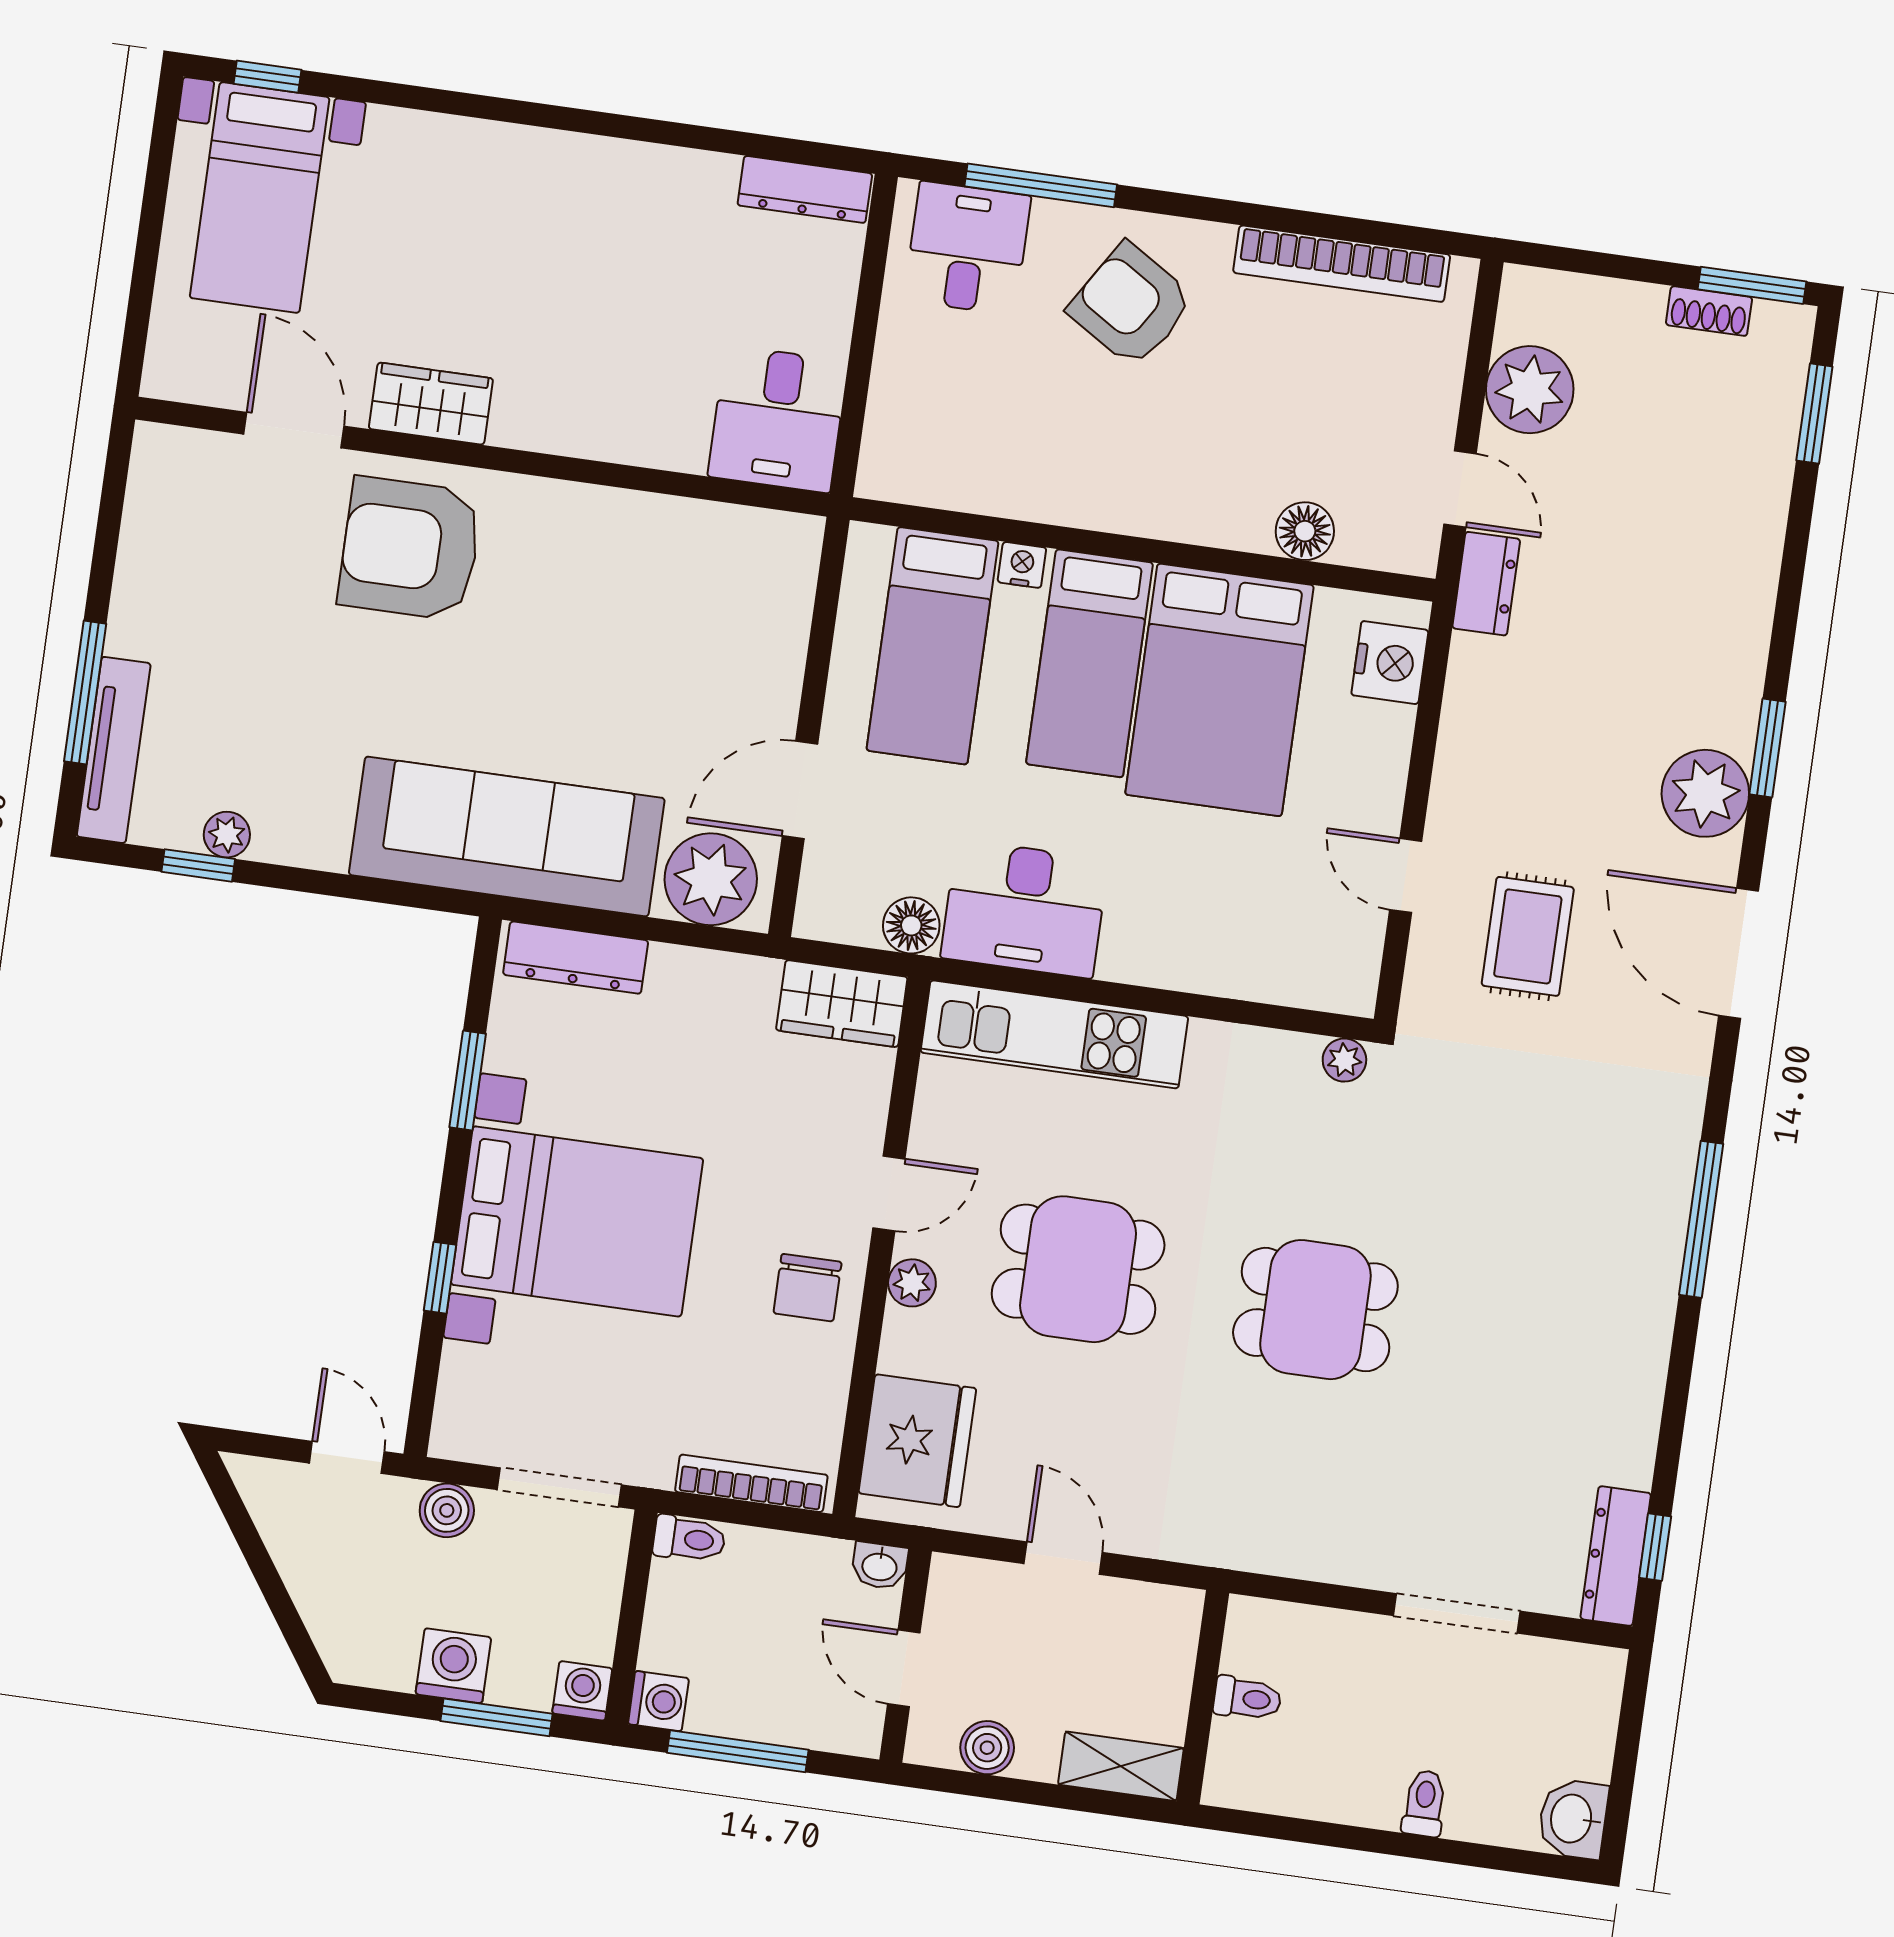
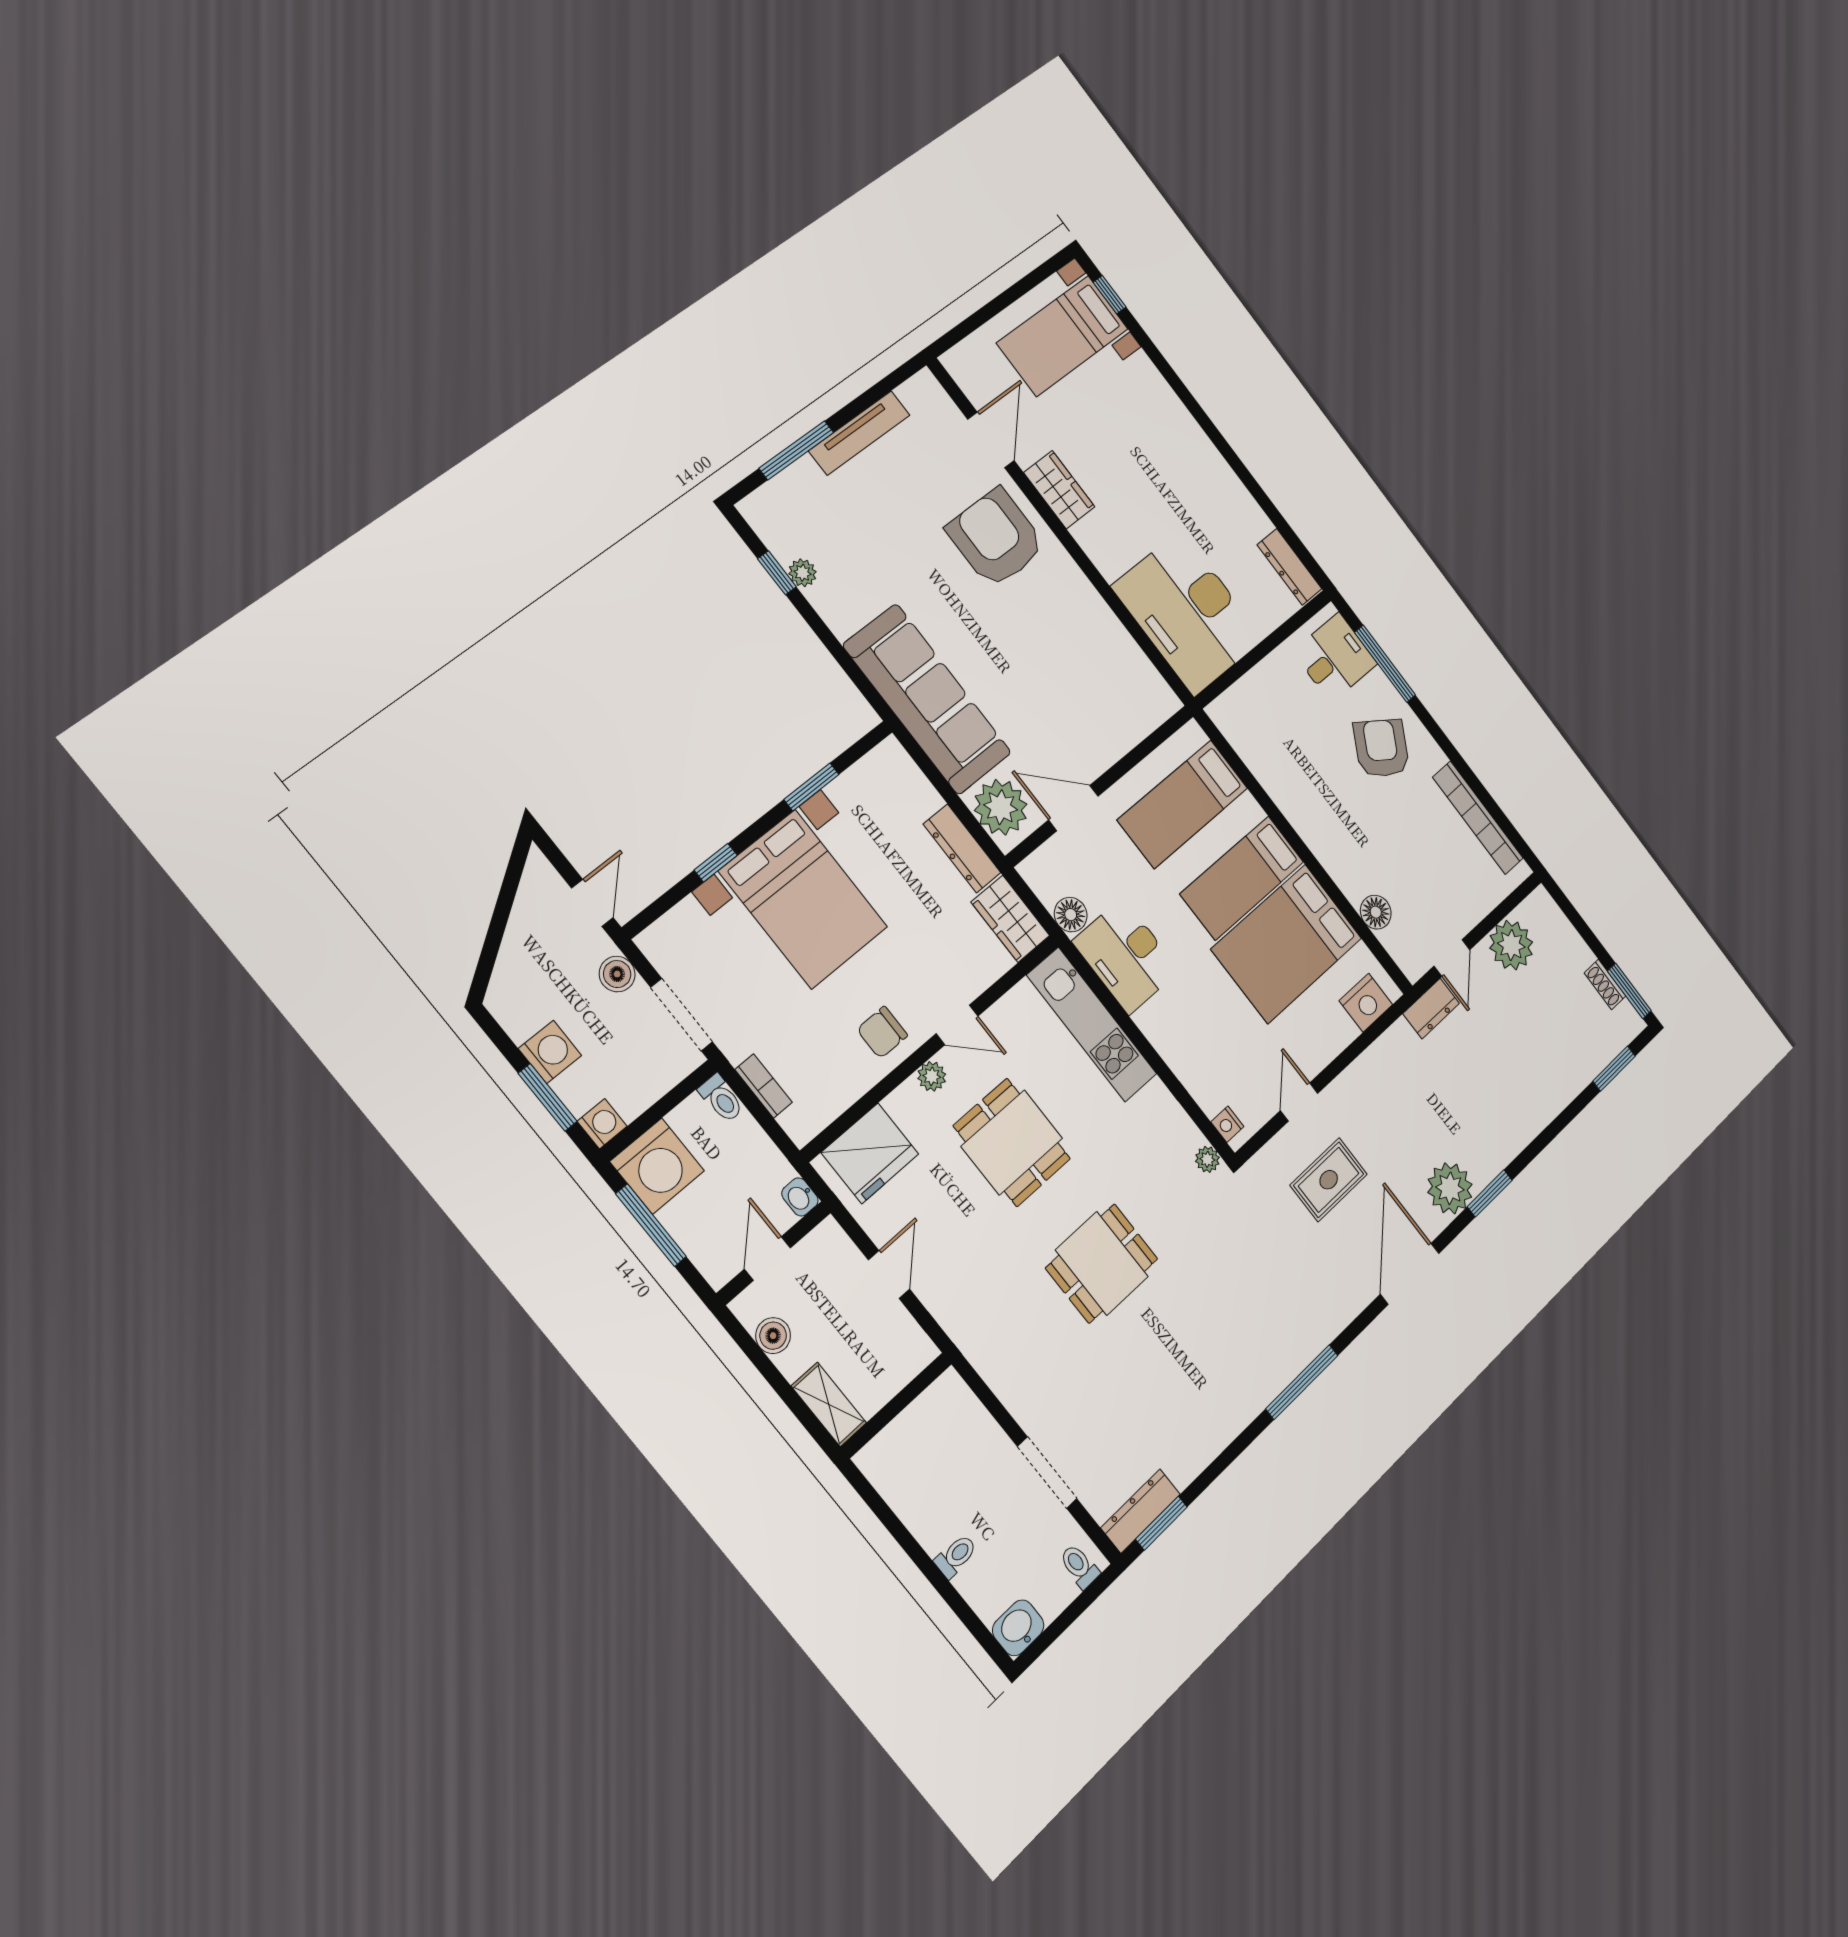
desk: (778, 419) -> (1188, 613), width x1.87, depth x1.30
nightstand: (1022, 565) -> (1227, 1124), moved, turned 180
tv unit: (114, 750) -> (859, 433), moved
dresser: (576, 958) -> (962, 848), moved
dining table: (1315, 1310) -> (1102, 1263), turned 90
bookcase: (751, 1483) -> (764, 1086), width x0.64
window: (1655, 1547) -> (1161, 1523), width x1.50
toilet: (1247, 1698) -> (1079, 1566), moved, turned 180
washing machine: (658, 1701) -> (657, 1166), width x1.89, depth x1.89

